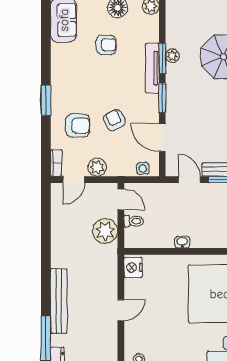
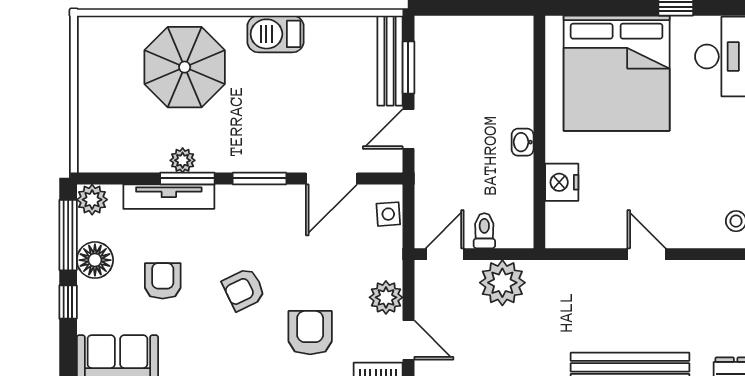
tv unit: (152, 68) -> (169, 197), moved
armchair: (114, 120) -> (244, 289), moved
nightstand: (133, 268) -> (562, 182), moved, turned 90

